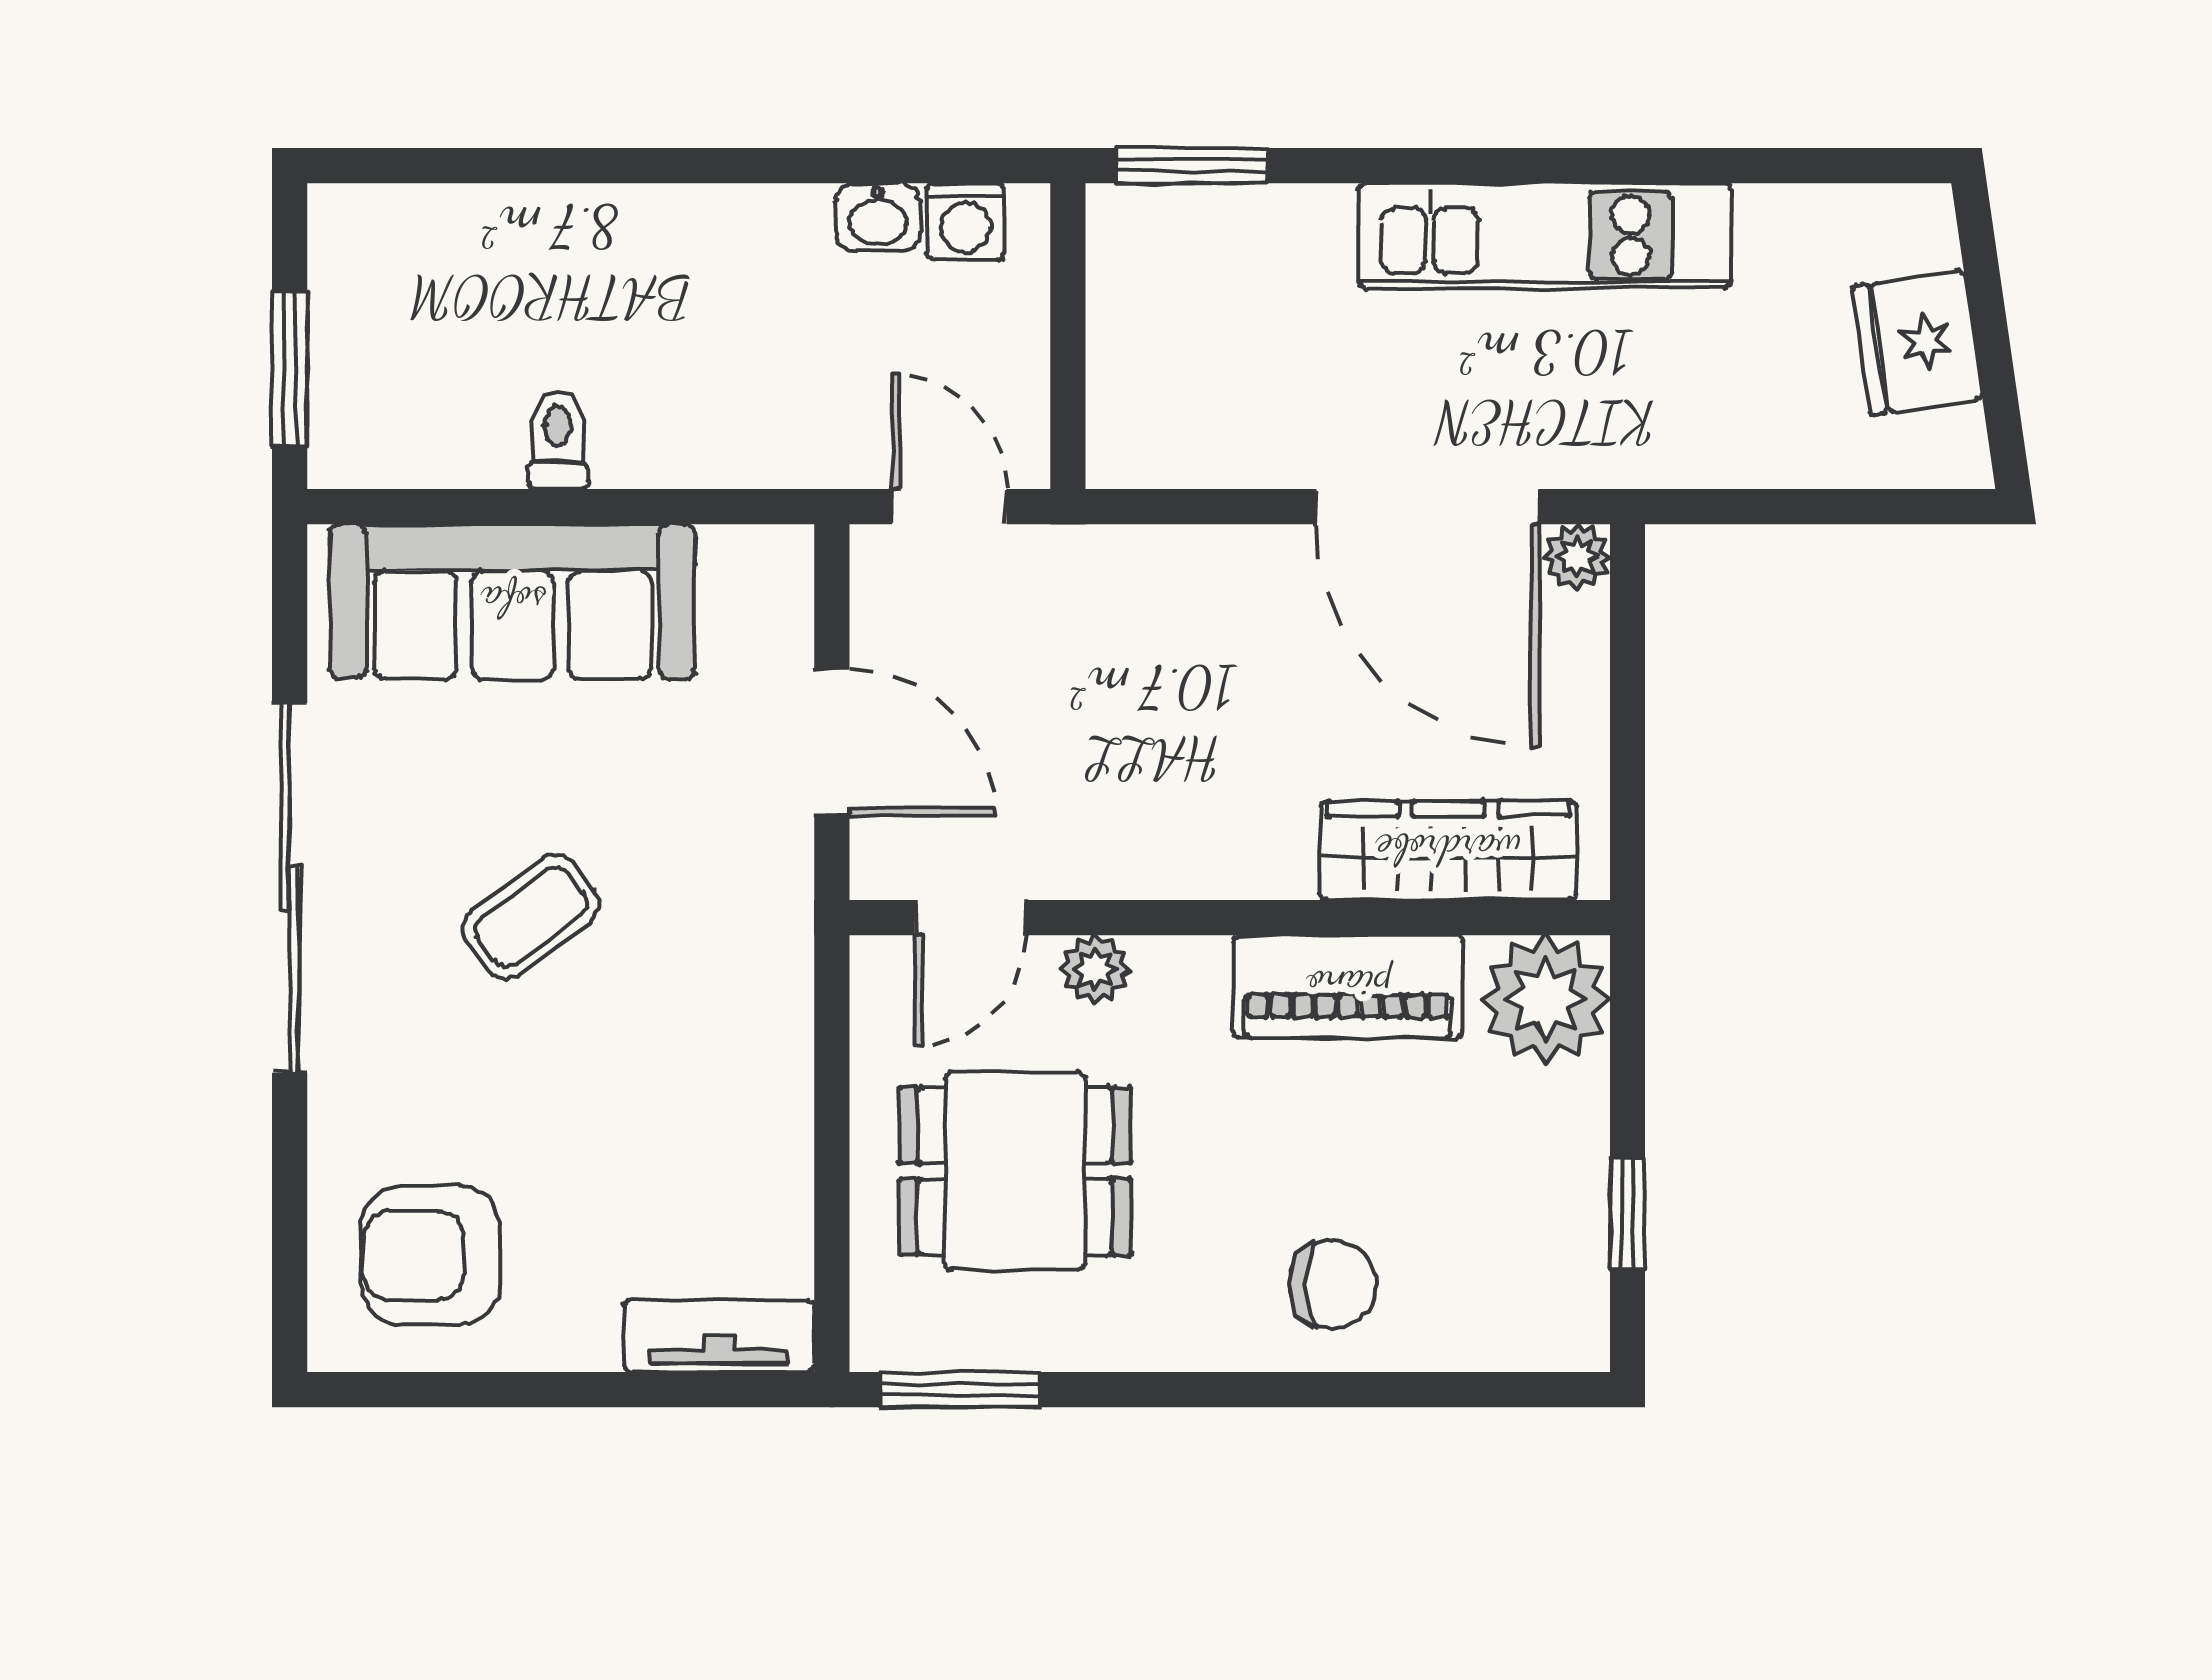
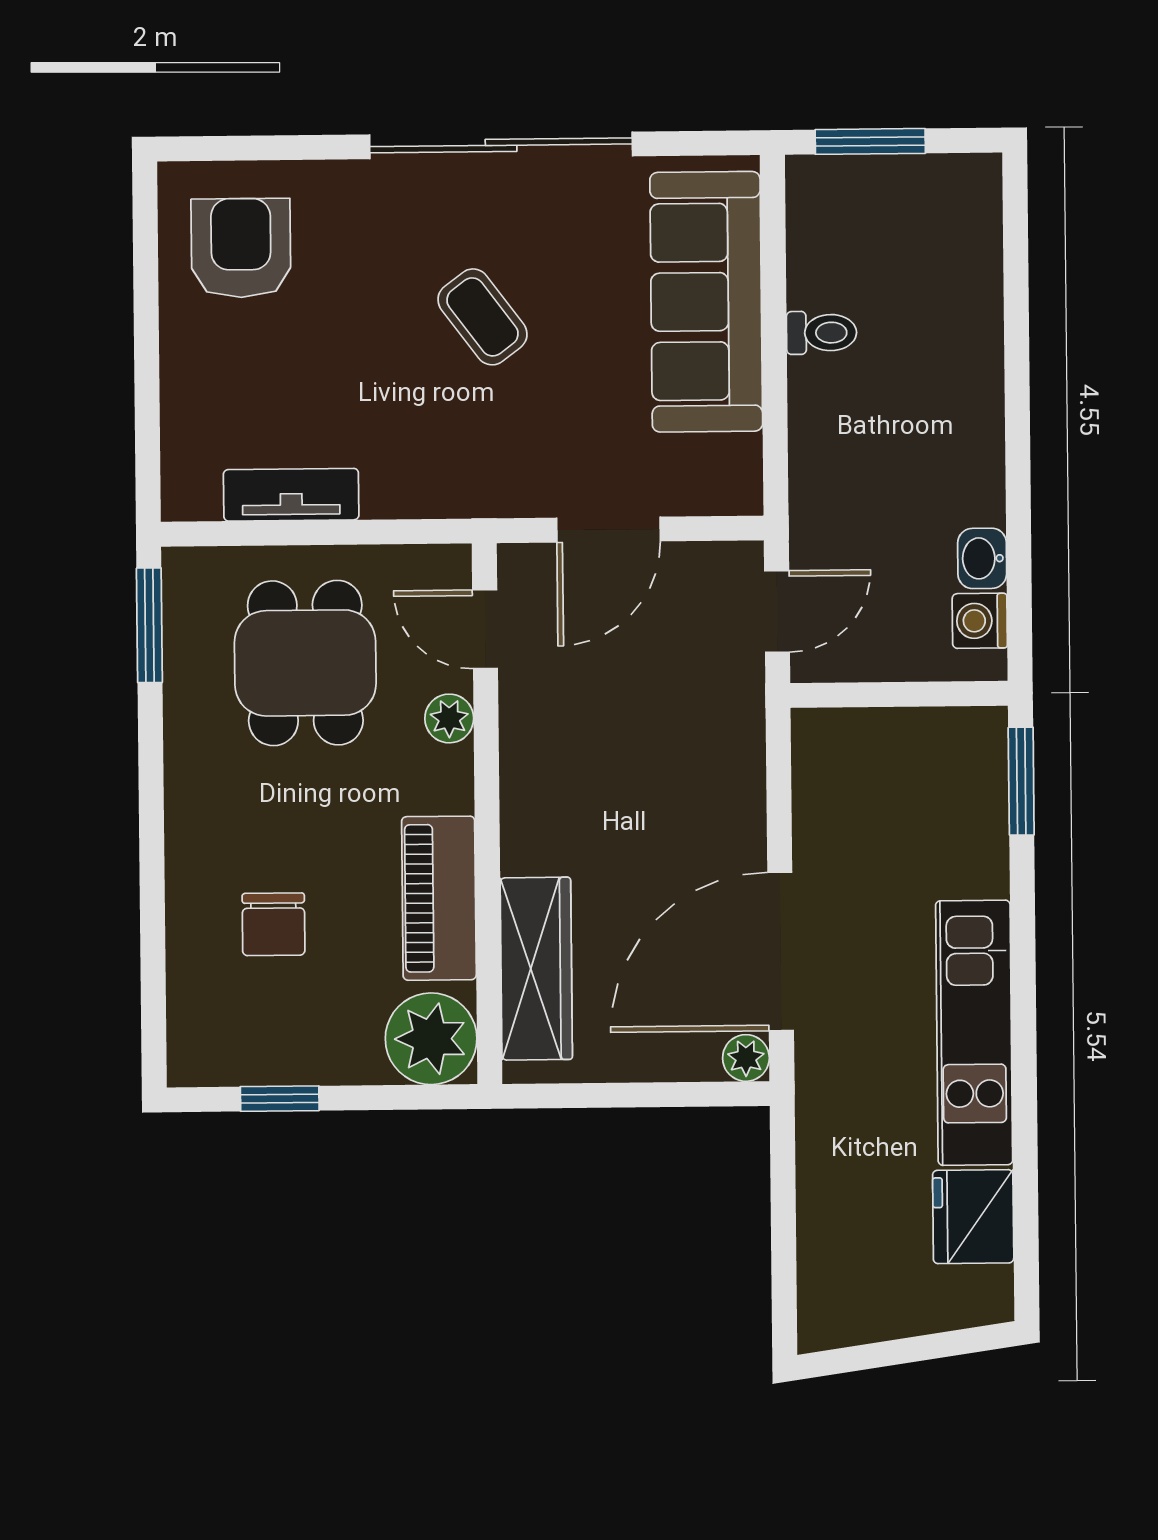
fridge: (1917, 343) -> (973, 1217), moved, turned -82
chair: (1333, 1284) -> (274, 924), moved
tv unit: (719, 1336) -> (291, 495), moved, turned -90

